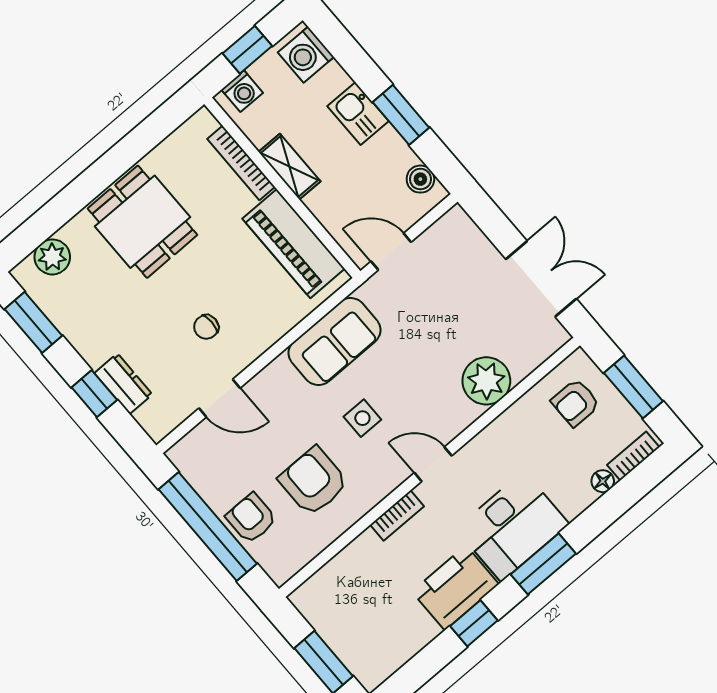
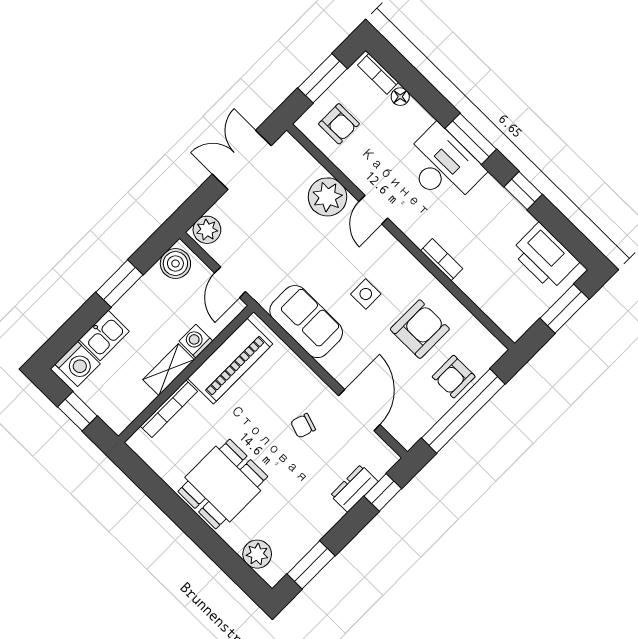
washing machine: (242, 91) -> (196, 341), moved, turned -90
kitchen sink: (358, 114) -> (104, 336), moved
boiler: (420, 179) -> (175, 263), width x1.36, depth x1.36
plant: (458, 229) -> (207, 230), added
chair: (206, 327) -> (303, 426), turned 108
window: (94, 394) -> (383, 492), moved
door: (220, 398) -> (359, 410), width x1.38
door: (433, 464) -> (373, 210), moved
armchair: (313, 481) -> (420, 329), turned 180
printer: (455, 588) -> (545, 256), moved

